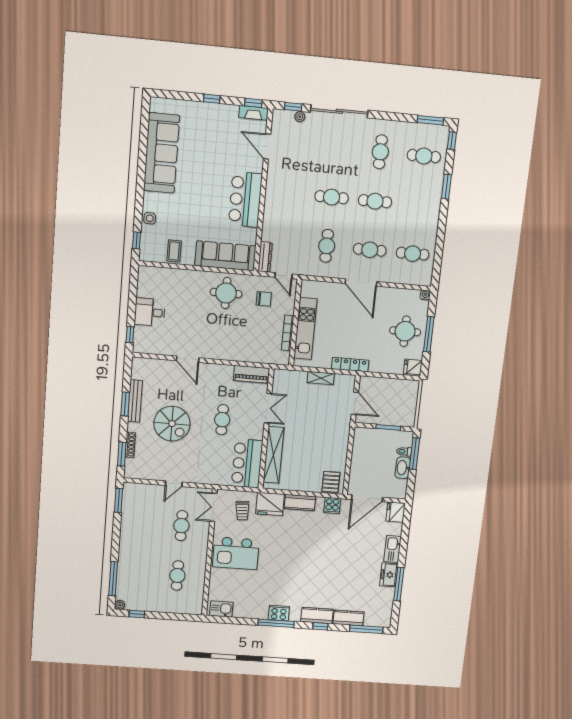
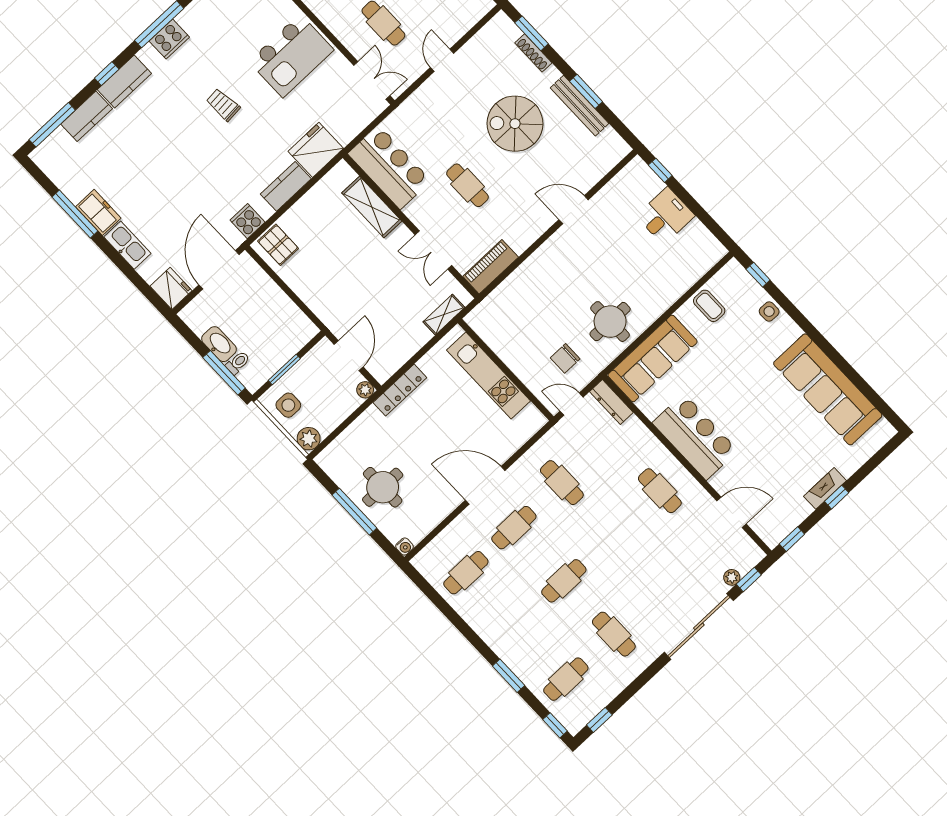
fireplace: (254, 113) -> (825, 488), moved
window: (430, 120) -> (599, 720), width x0.67
cafe table: (332, 197) -> (660, 491), moved, turned 90
bookcase: (288, 333) -> (502, 351), removed
fridge: (413, 367) -> (332, 460), removed
shelving: (321, 378) -> (444, 315), moved
plant: (365, 381) -> (365, 390), added
plant: (412, 387) -> (309, 439), added
door: (355, 403) -> (349, 356), swing flipped
side table: (404, 411) -> (288, 405), added
shelving: (274, 455) -> (372, 207), width x0.68
trolley: (242, 511) -> (223, 105), moved
kitchen island: (236, 553) -> (291, 56), turned 180

